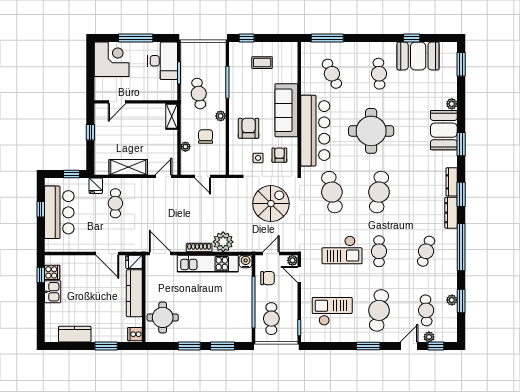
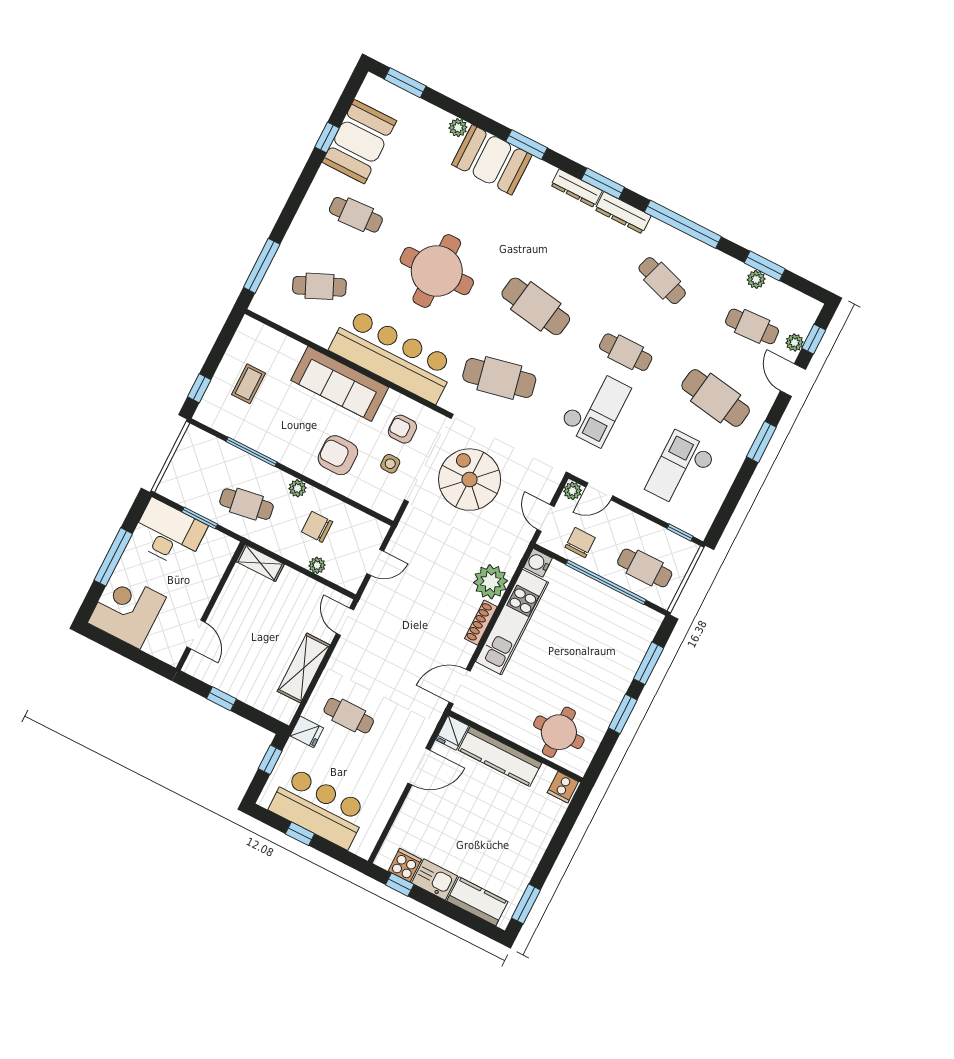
kitchen counter: (75, 334) -> (477, 901), moved, turned 90
window: (106, 346) -> (526, 904), moved

